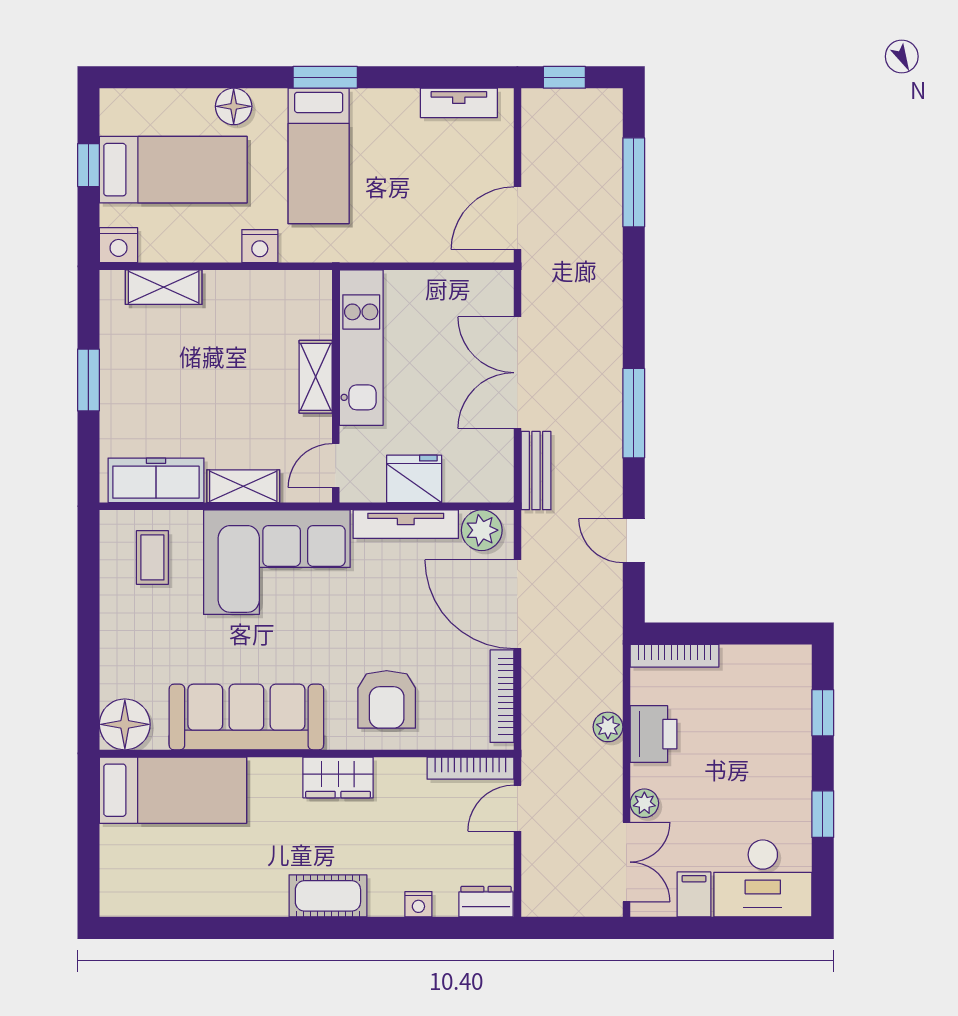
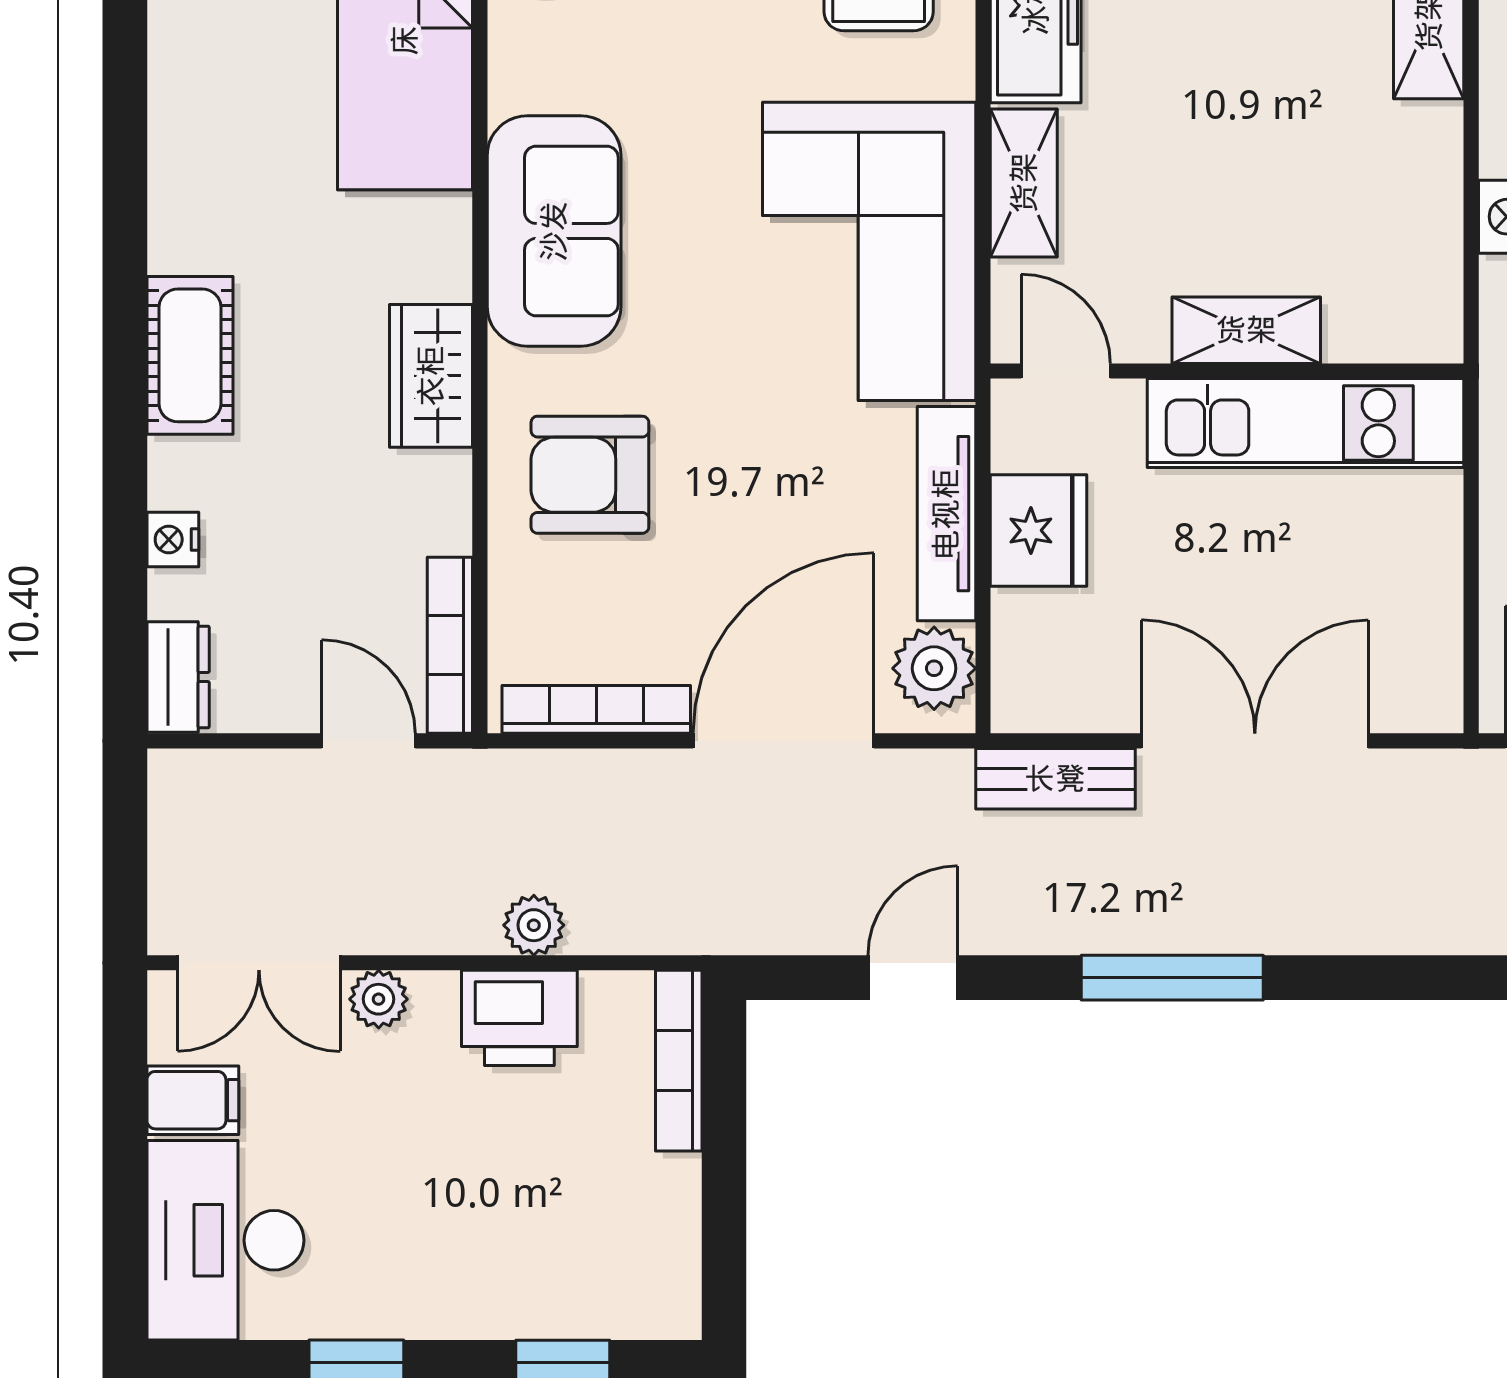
sofa: (246, 717) -> (554, 231), width x0.73

